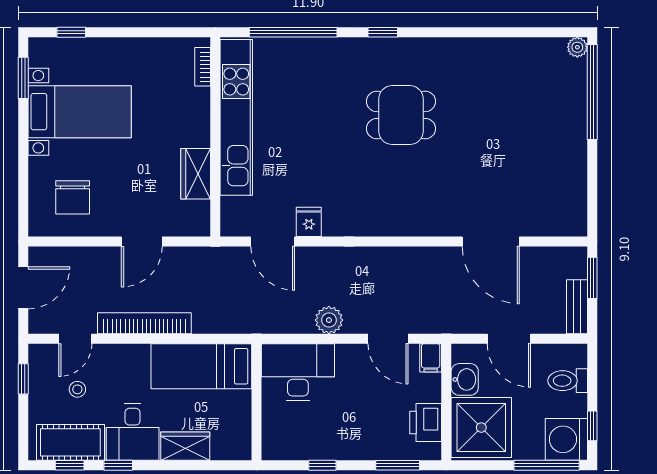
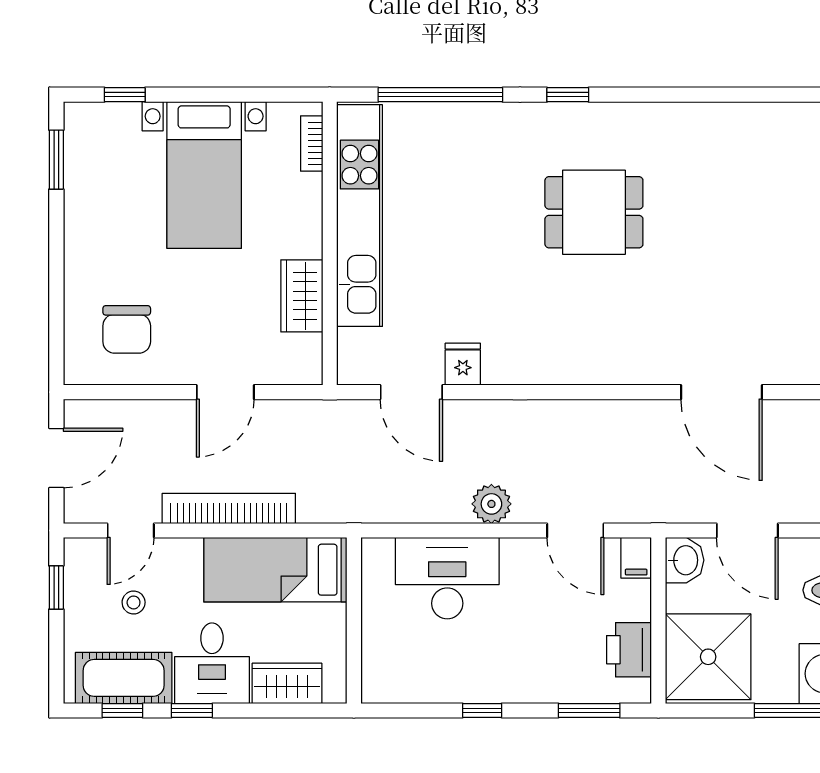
bed with nightstands: (80, 112) -> (204, 175), moved, turned 90
bed: (201, 366) -> (275, 570), moved
washbasin: (465, 379) -> (685, 560), moved
wall: (257, 402) -> (354, 620), moved

